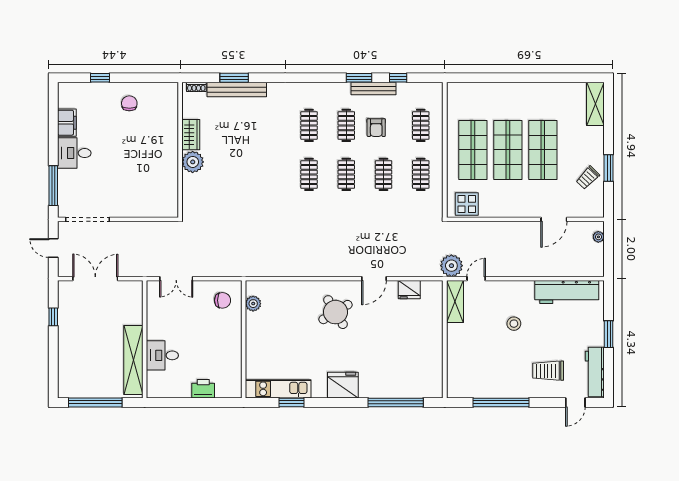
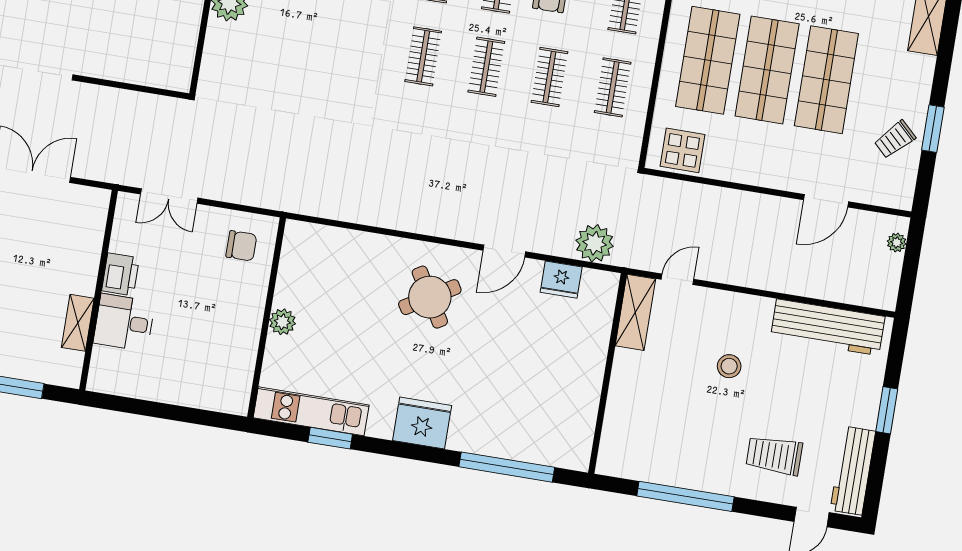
plant: (451, 266) -> (595, 243), moved
plant: (253, 304) -> (282, 322), moved
shelving: (133, 360) -> (78, 323), width x0.45, depth x0.75
printer: (203, 389) -> (120, 274), moved, turned 90

